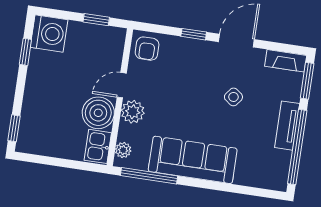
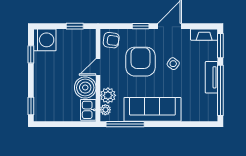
armchair: (147, 49) -> (111, 40), turned -82
armchair: (186, 87) -> (141, 62), added
plant: (133, 112) -> (108, 95), moved

